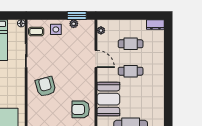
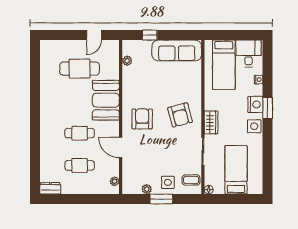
window: (77, 15) -> (161, 199), moved
wardrobe: (19, 80) -> (211, 123), added
armchair: (81, 109) -> (142, 119), moved, turned -90

